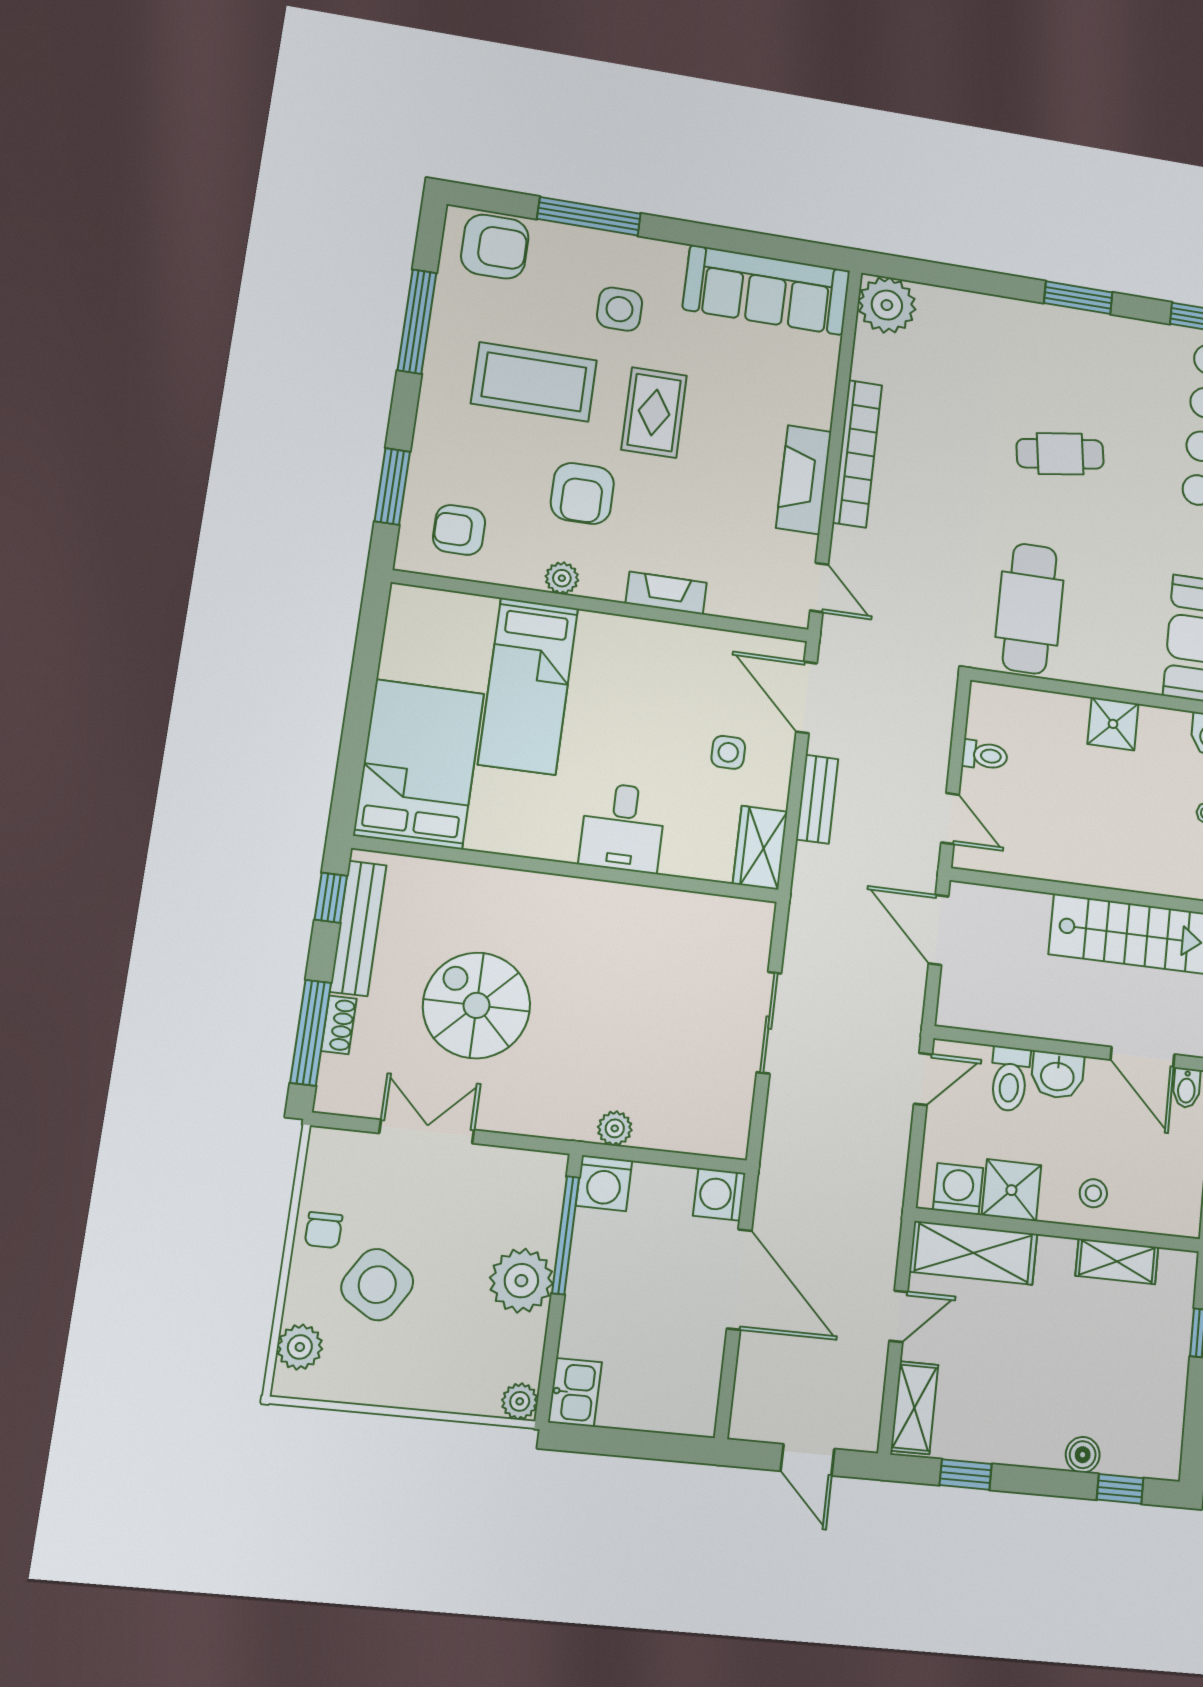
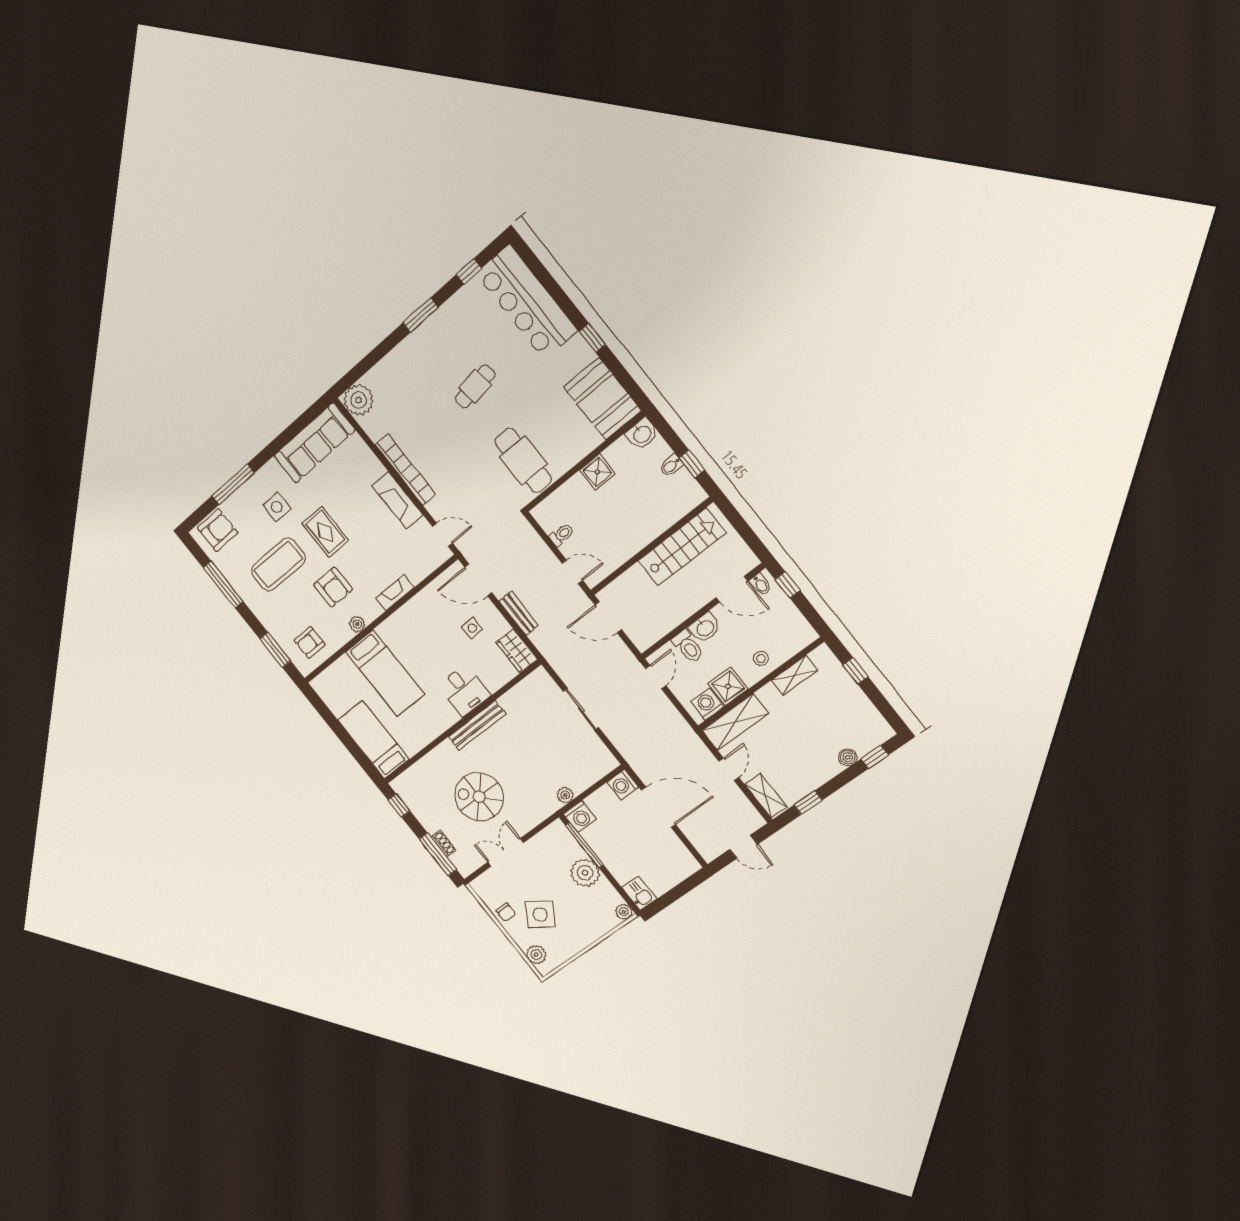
bed: (419, 764) -> (373, 740), width x0.67
bench: (358, 928) -> (477, 725), moved, turned 90

